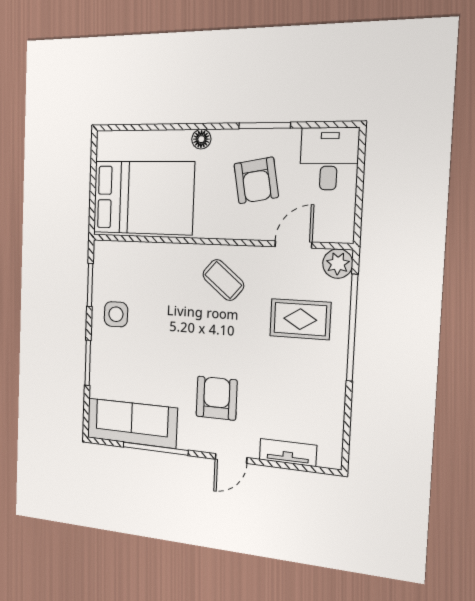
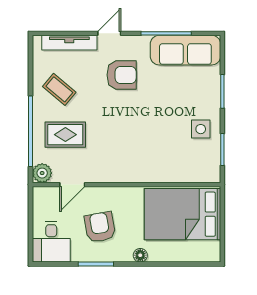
coffee table: (223, 280) -> (59, 89), moved
armchair: (217, 398) -> (122, 75), turned -90
tv unit: (288, 452) -> (69, 43), width x1.41

